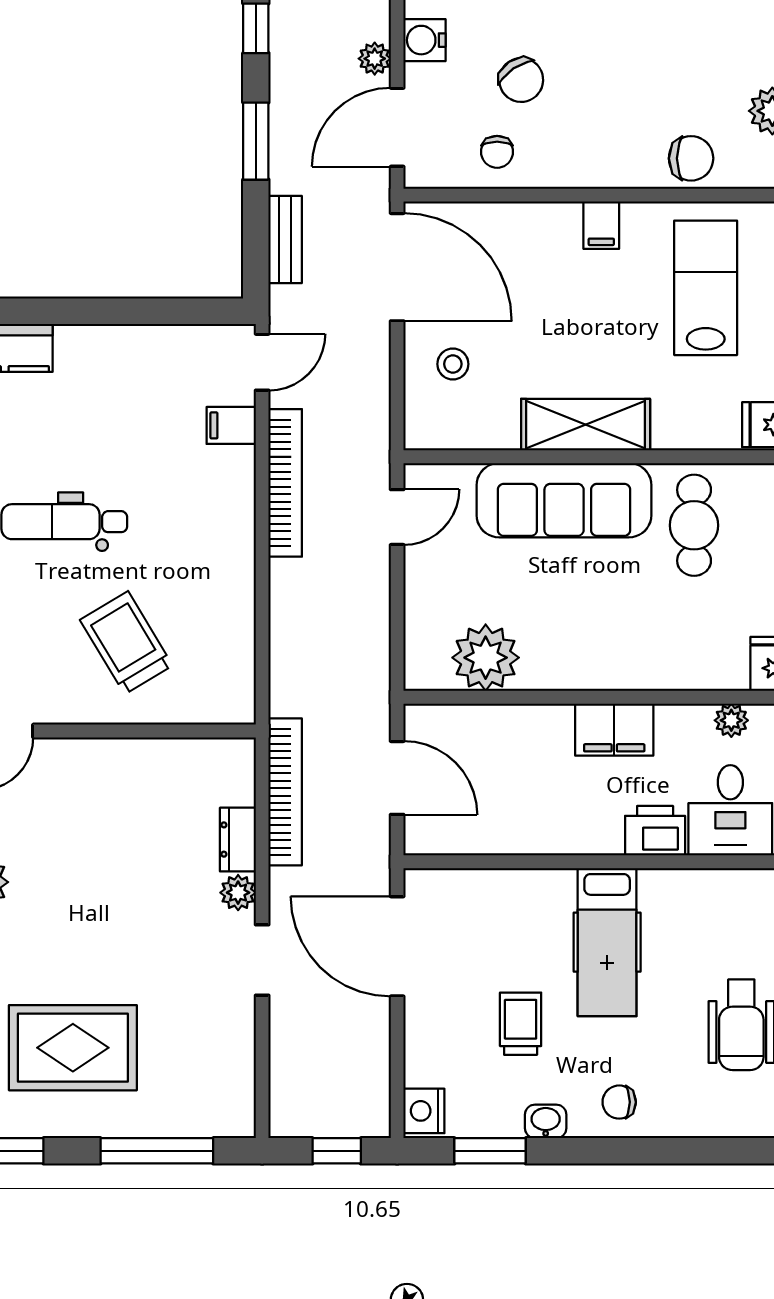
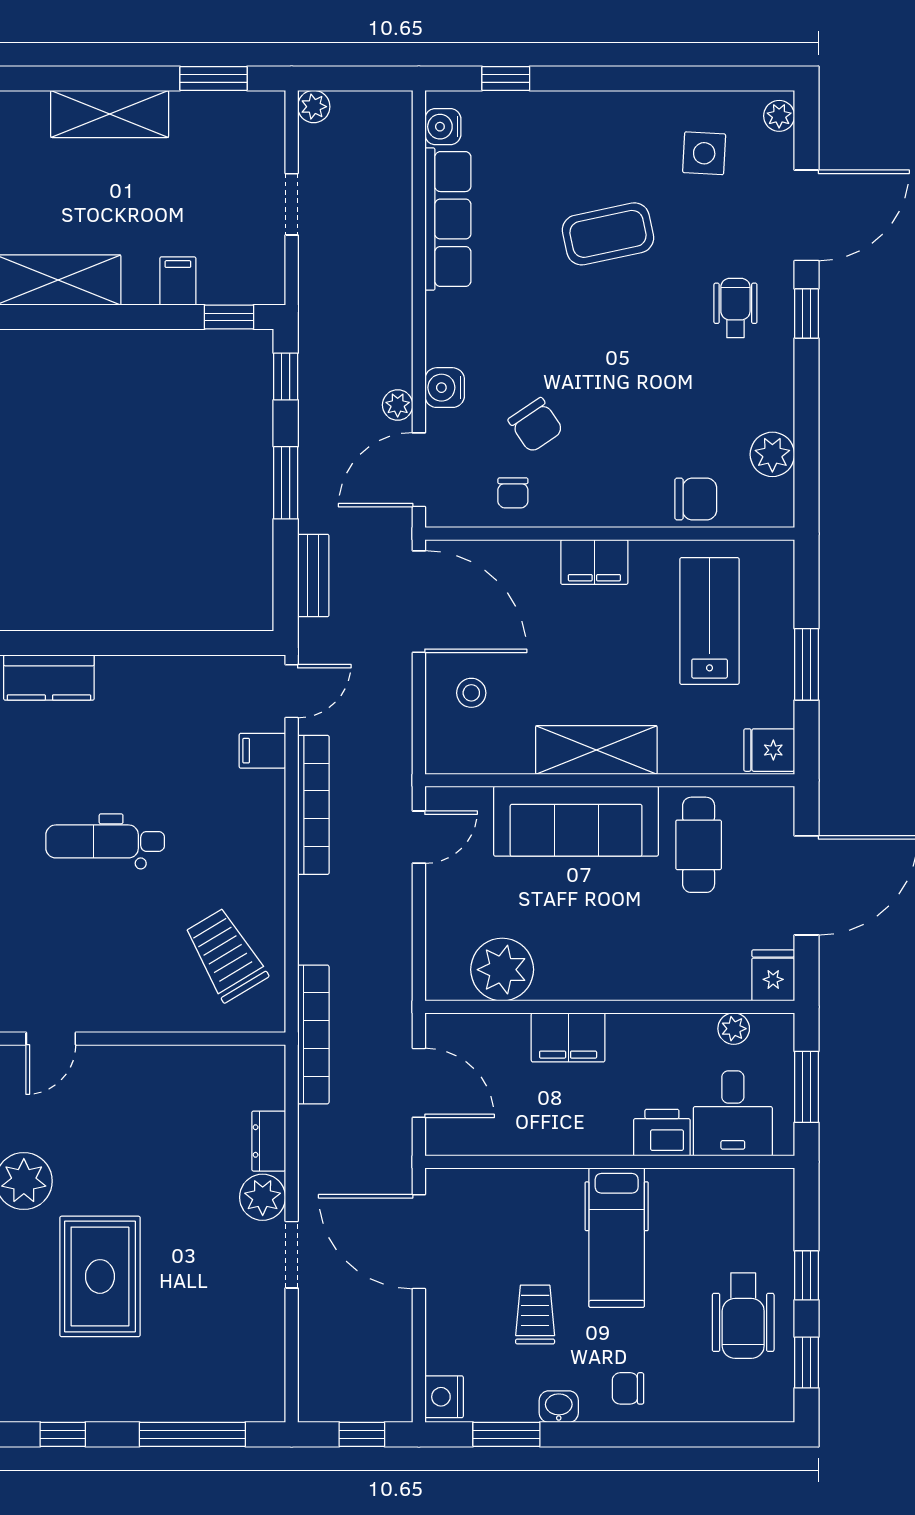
filing cabinet: (601, 225) -> (594, 562), width x2.00
trolley: (126, 643) -> (226, 955), moved
filing cabinet: (614, 730) -> (568, 1037), moved
bookcase: (285, 792) -> (313, 1034), moved
plant: (238, 893) -> (263, 1197), width x1.38, depth x1.38
rug: (73, 1048) -> (100, 1276), moved, turned 90

